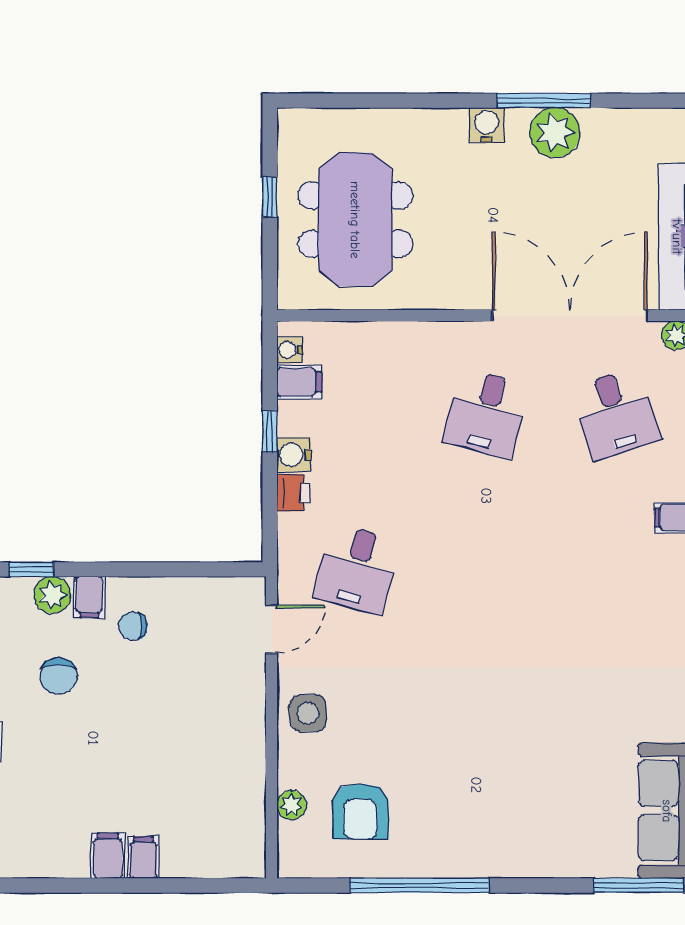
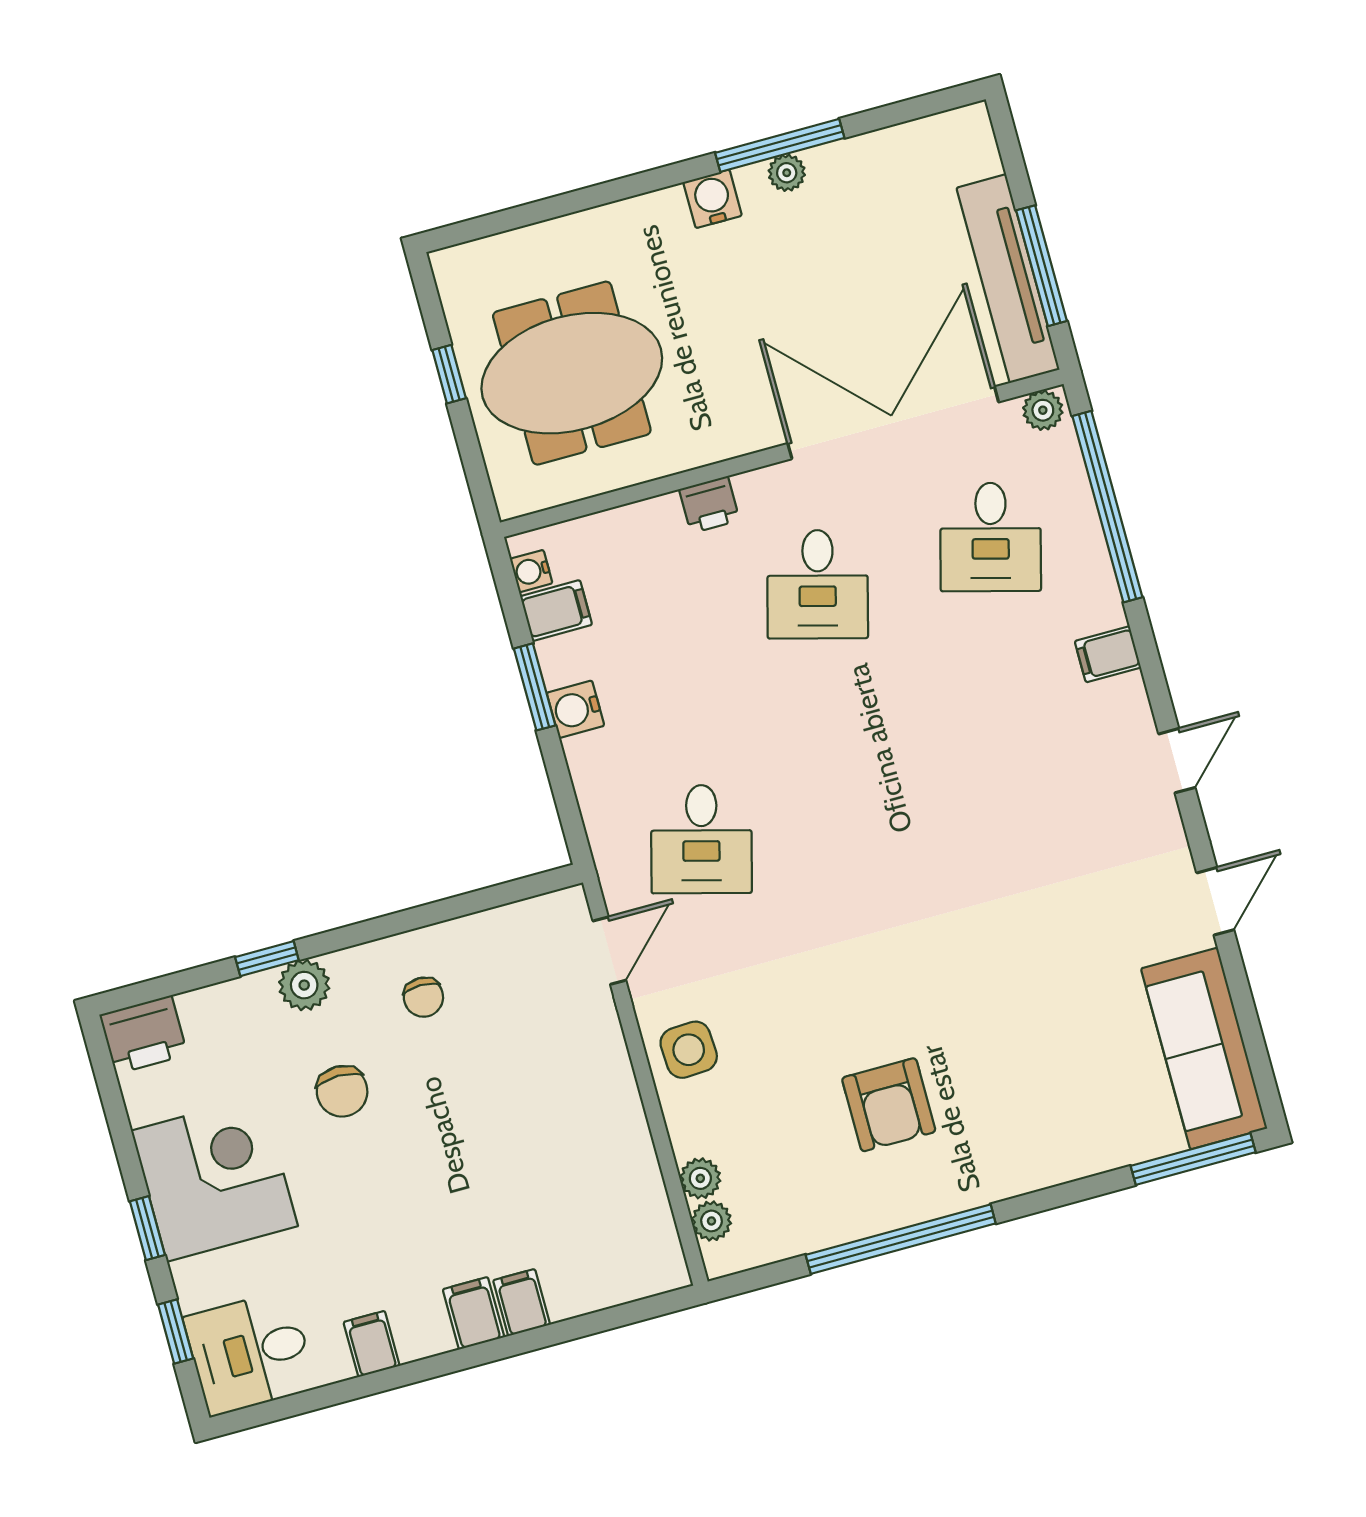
plant: (555, 133) -> (787, 173), width x0.53, depth x0.53
meeting table: (355, 220) -> (572, 373), turned 90
desk: (616, 414) -> (991, 537), turned 33
window: (270, 431) -> (535, 687), width x1.50
printer: (294, 493) -> (709, 505), moved, turned 90
filing cabinet: (89, 597) -> (372, 1344), moved, turned 180
chair: (133, 626) -> (423, 997), turned -90
armchair: (360, 811) -> (889, 1105), moved
plant: (291, 837) -> (711, 1221), added

